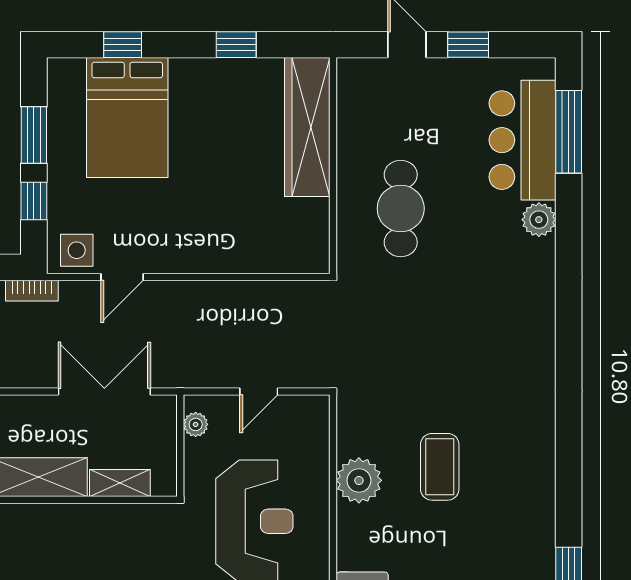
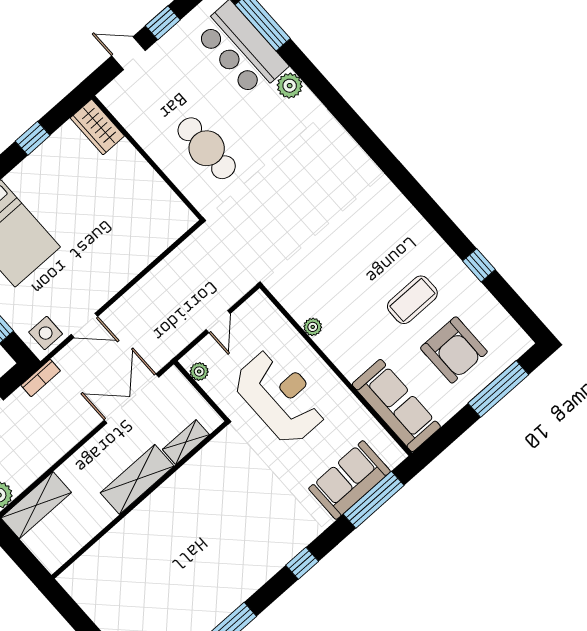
wardrobe: (307, 127) -> (97, 127), width x0.48, depth x0.85
door: (122, 277) -> (84, 325), hinge flipped
coffee table: (440, 467) -> (412, 300), moved, turned 90
plant: (359, 480) -> (313, 327), width x0.53, depth x0.53

